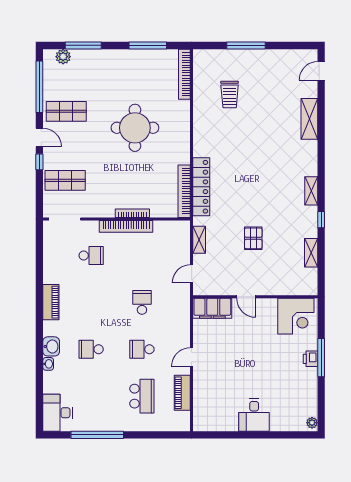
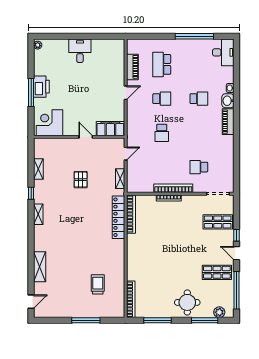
round table: (135, 128) -> (187, 302), moved, width x0.73, depth x0.73
piano: (51, 302) -> (228, 122), moved
printer: (310, 359) -> (41, 87), width x1.87, depth x1.48

